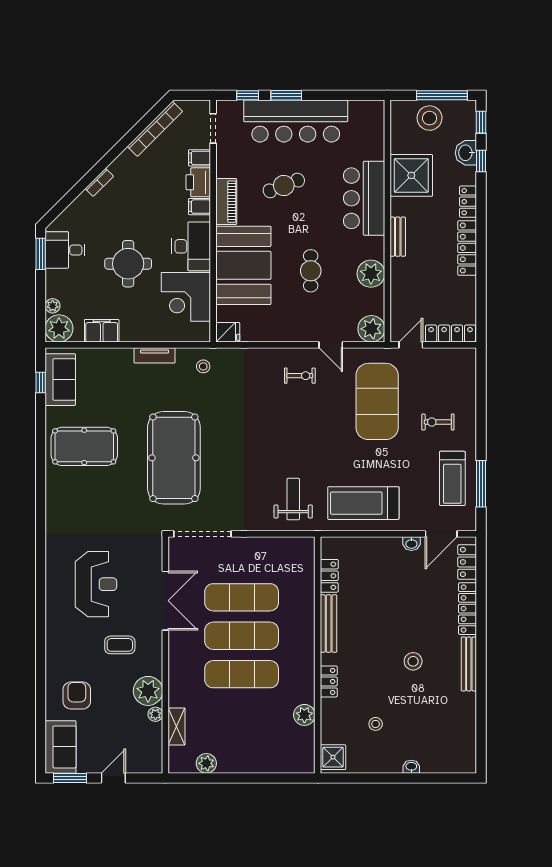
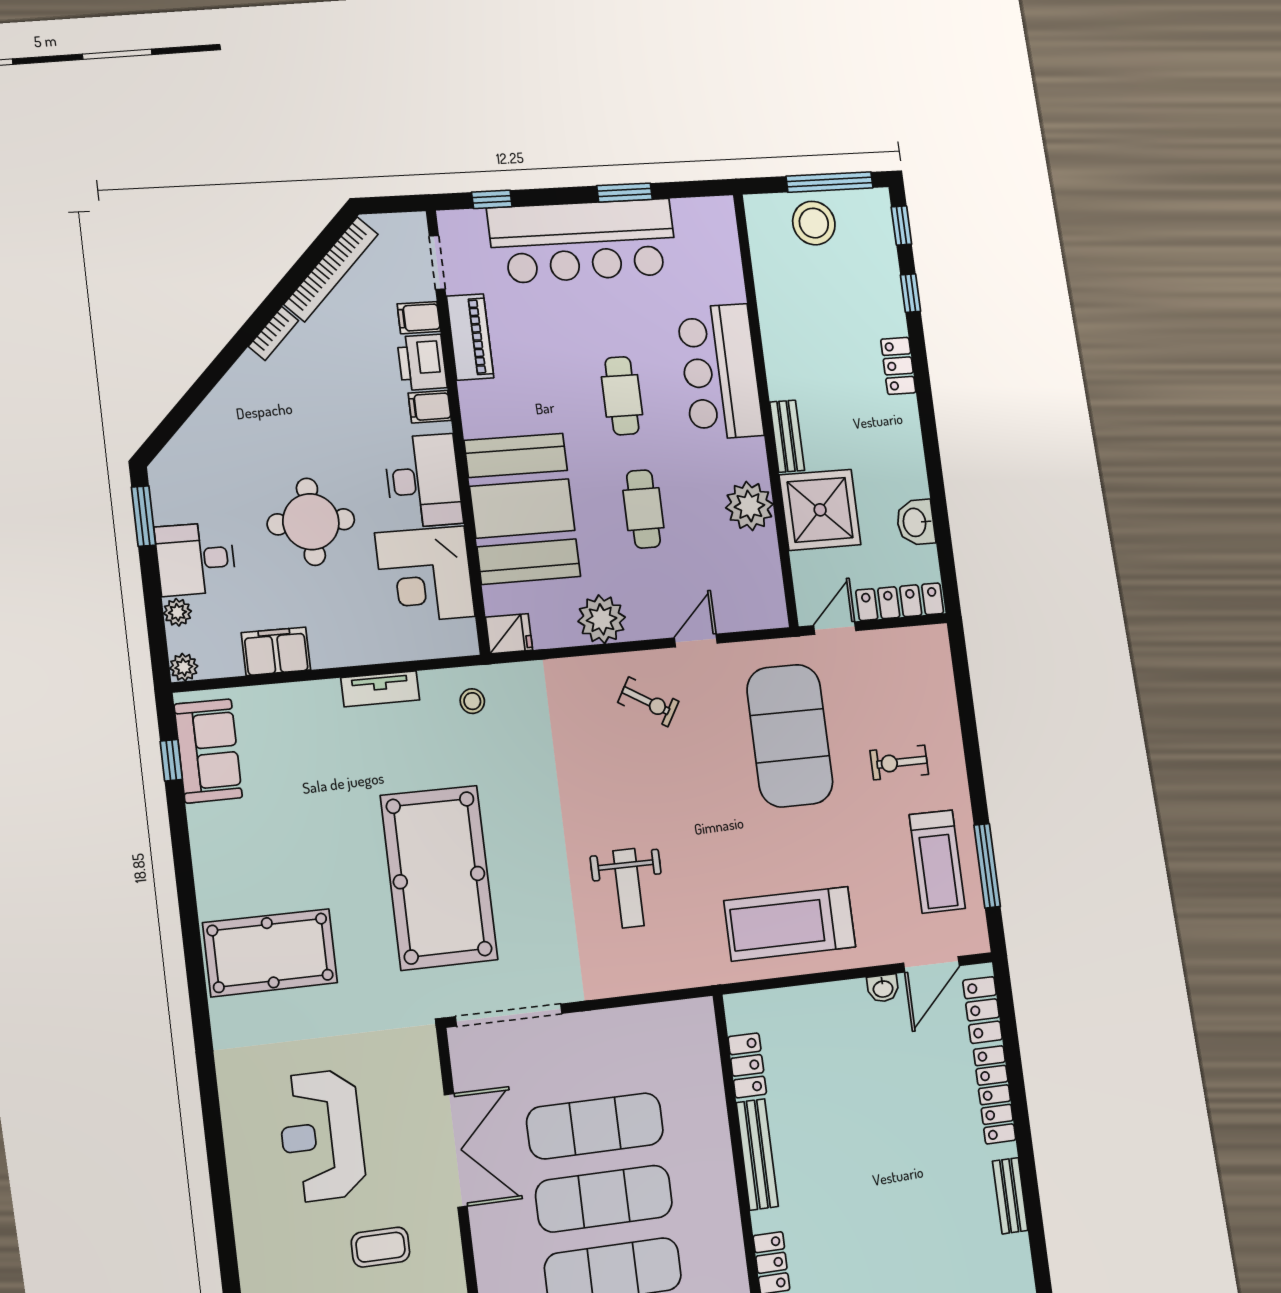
window: (286, 95) -> (625, 193), moved
washbasin: (466, 153) -> (916, 522), moved
shower: (411, 175) -> (820, 510), moved
bookcase: (99, 182) -> (273, 333), moved
cafe table: (284, 186) -> (622, 396), moved, turned -69
piano: (226, 202) -> (470, 337), moved
locker: (467, 248) -> (908, 448), removed
desk: (65, 250) -> (195, 559), moved
plant: (59, 328) -> (184, 667), width x0.53, depth x0.53
plant: (371, 329) -> (602, 619), moved
door: (331, 345) -> (696, 641), swing flipped
exercise bike: (300, 376) -> (648, 702), turned 31
pool table: (84, 446) -> (270, 953), moved
weight bench: (293, 499) -> (628, 888), moved, turned 180
reception desk: (96, 584) -> (322, 1136), turned 180
stool: (413, 661) -> (914, 1204), removed
bench: (469, 664) -> (1010, 1196), width x0.73

